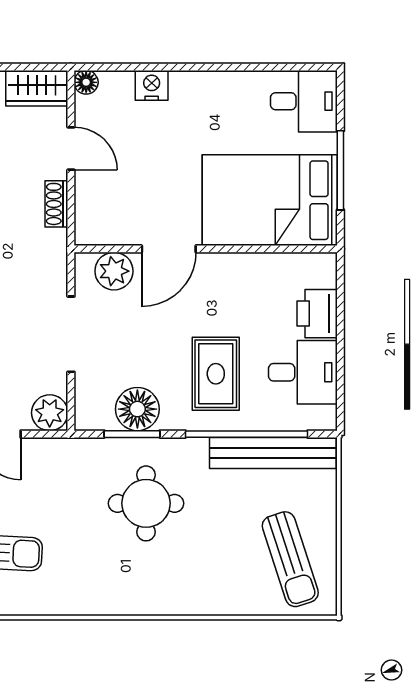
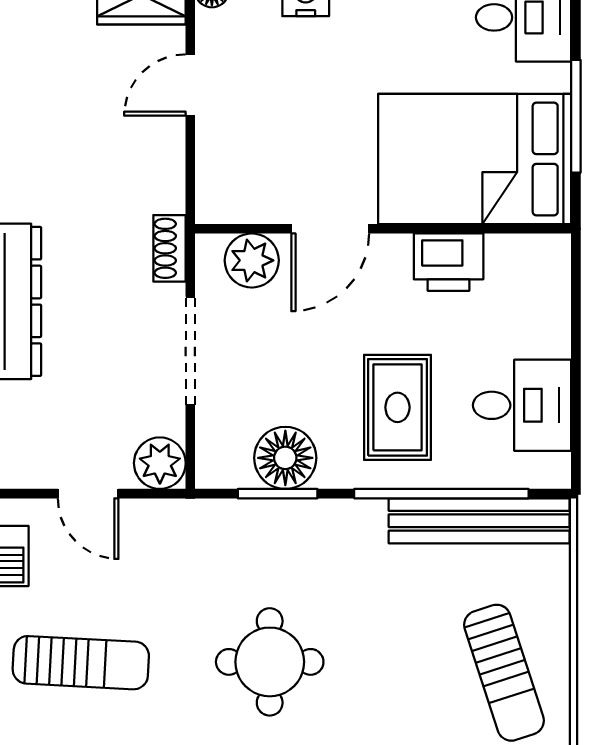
door: (71, 149) -> (190, 85), swing flipped
shoe rack: (56, 204) -> (169, 248), moved
printer: (317, 314) -> (449, 262), moved, turned -90
round table: (146, 503) -> (270, 662), moved

